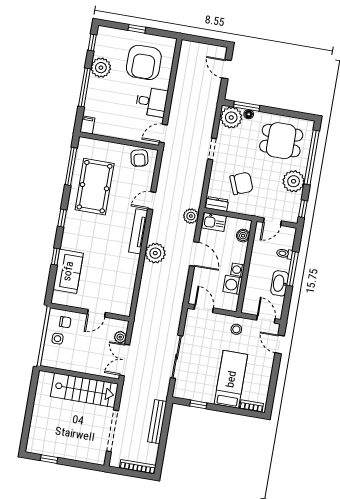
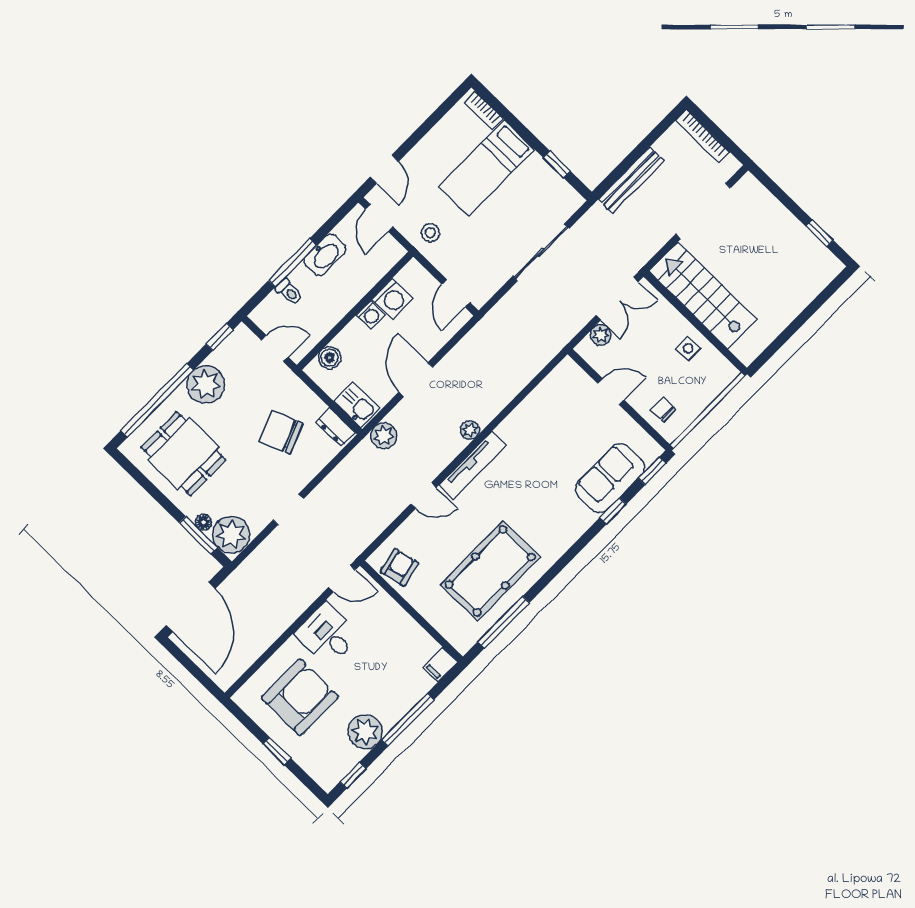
door: (226, 69) -> (191, 607), width x1.87
window: (62, 218) -> (652, 471), moved
plant: (155, 253) -> (470, 430), width x0.53, depth x0.53
side table: (58, 339) -> (688, 348), moved

